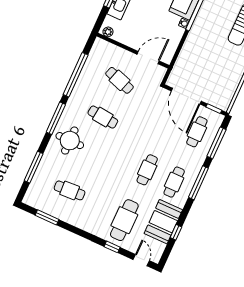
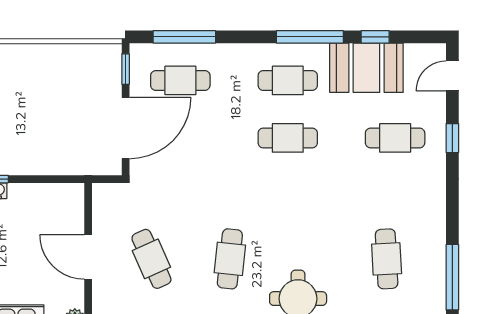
door: (148, 58) -> (88, 257), moved
cafe table: (119, 80) -> (151, 259), turned -42
window: (198, 183) -> (310, 37), moved
window: (47, 217) -> (452, 277), width x1.44
cafe table: (124, 220) -> (395, 138), width x0.73, depth x0.74

